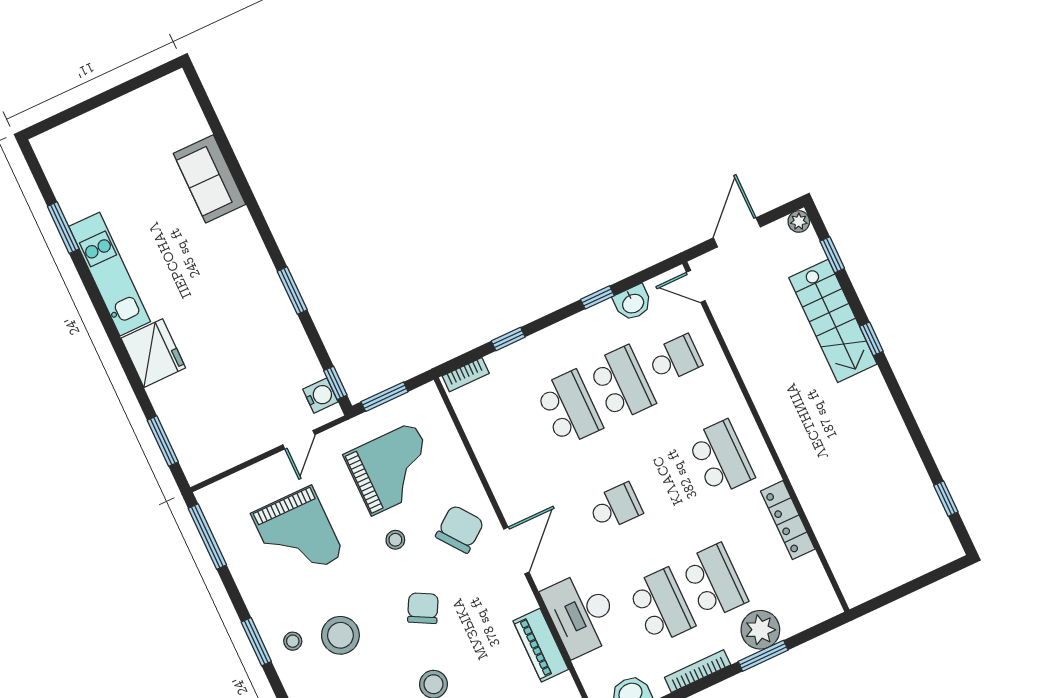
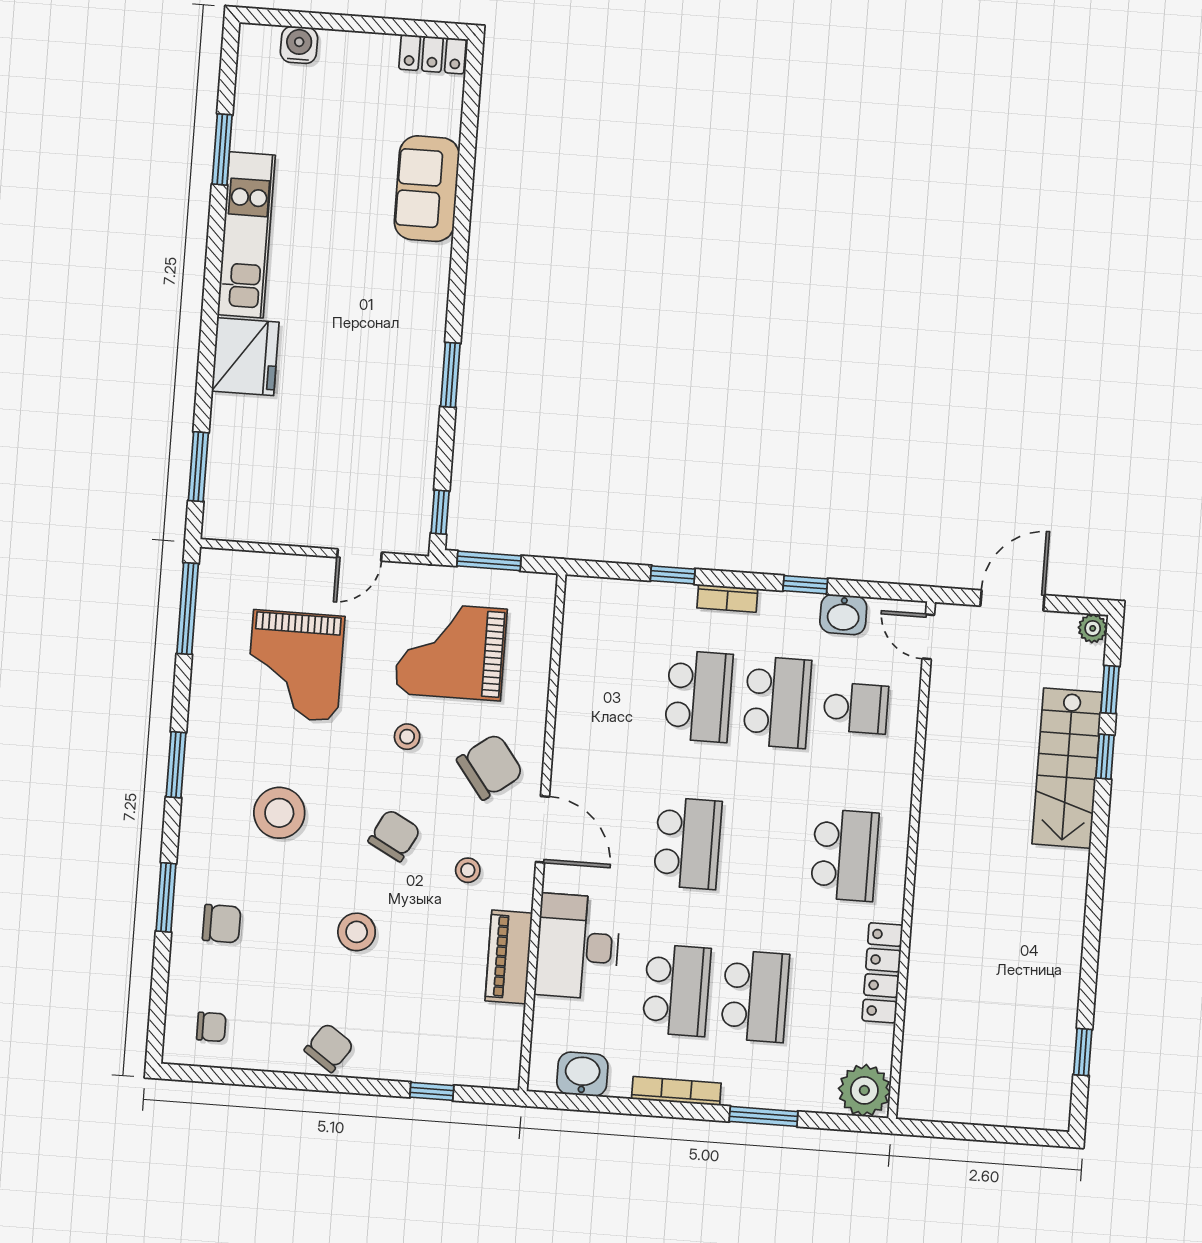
locker: (165, 90) -> (433, 54), added
window: (871, 339) -> (1105, 757), moved
bookcase: (466, 375) -> (727, 598), moved
water cooler: (320, 396) -> (299, 45), moved, turned -90
grand piano: (393, 469) -> (451, 651), turned 180
school desk: (615, 507) -> (688, 843), width x1.85
door: (516, 551) -> (542, 829), hinge flipped
plant: (760, 630) -> (864, 1090), moved
stool: (293, 641) -> (468, 870), moved

